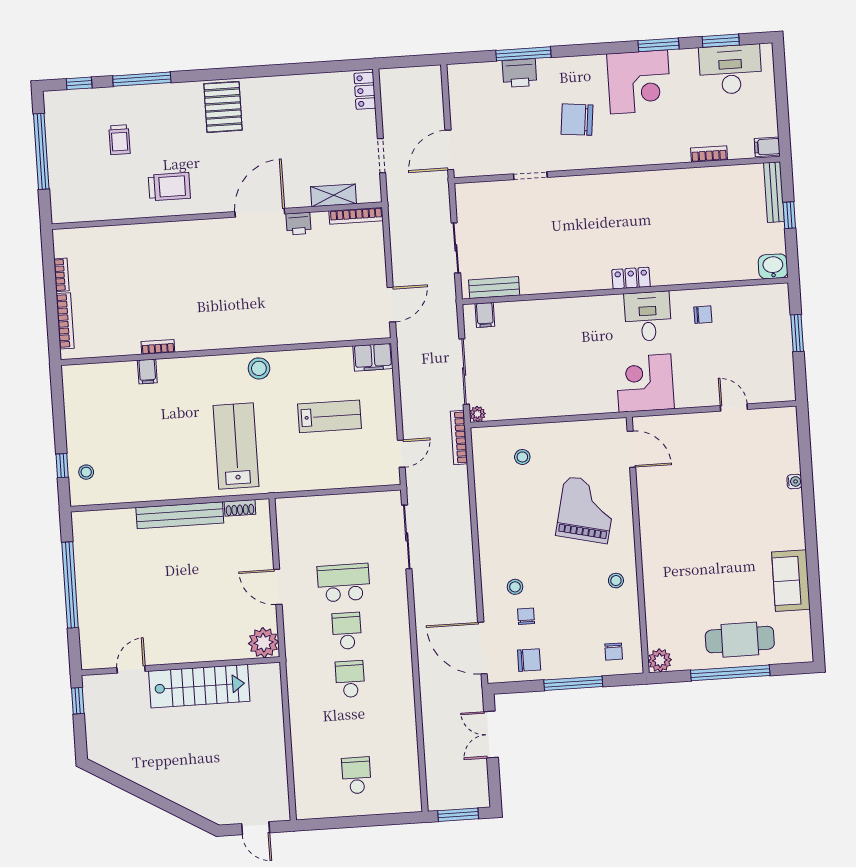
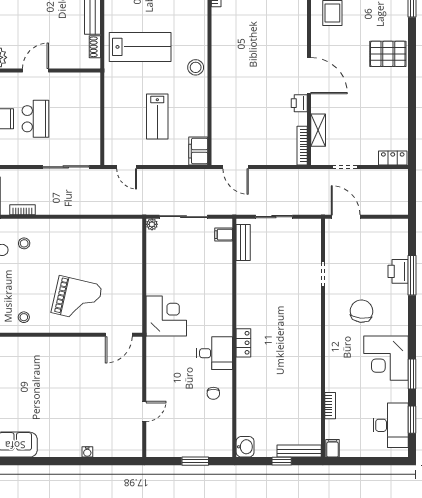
corner desk: (645, 383) -> (166, 316), moved
bookcase: (459, 438) -> (22, 210), moved, width x0.64
stool: (522, 457) -> (118, 255), removed

